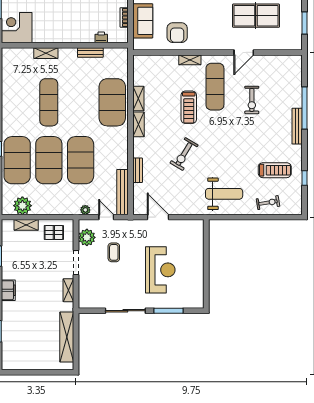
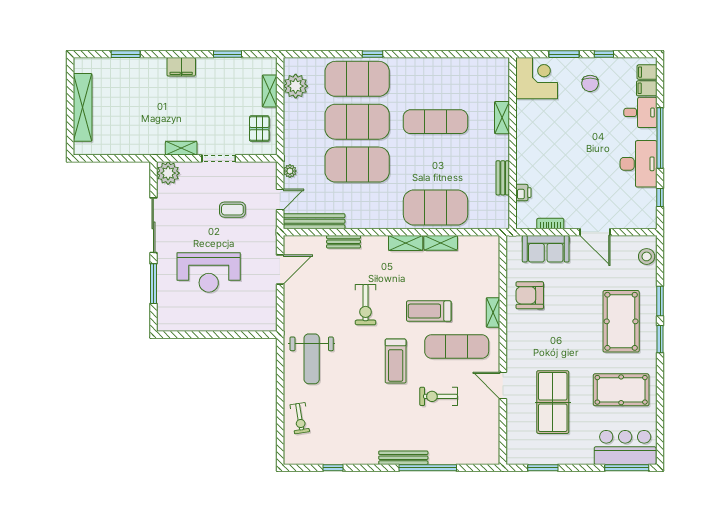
exercise bike: (184, 154) -> (366, 305), turned -121
treadmill: (275, 170) -> (396, 361), moved
plant: (87, 237) -> (168, 173), moved
shelving: (67, 337) -> (83, 107), moved, turned 90

